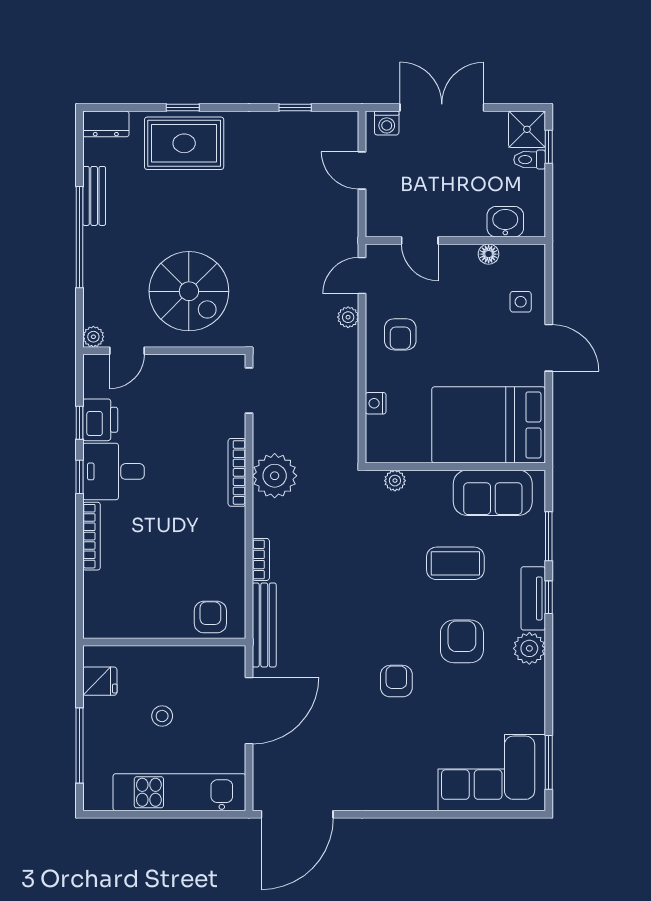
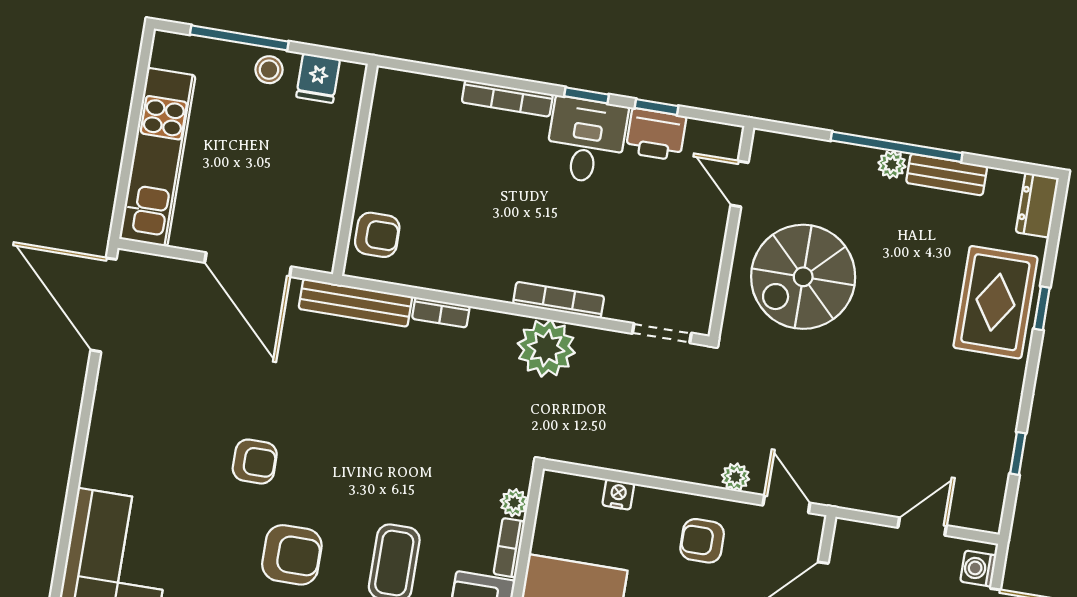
plant: (93, 337) -> (892, 165), moved
bookcase: (429, 479) -> (509, 548), added
stool: (162, 716) -> (269, 70), moved

